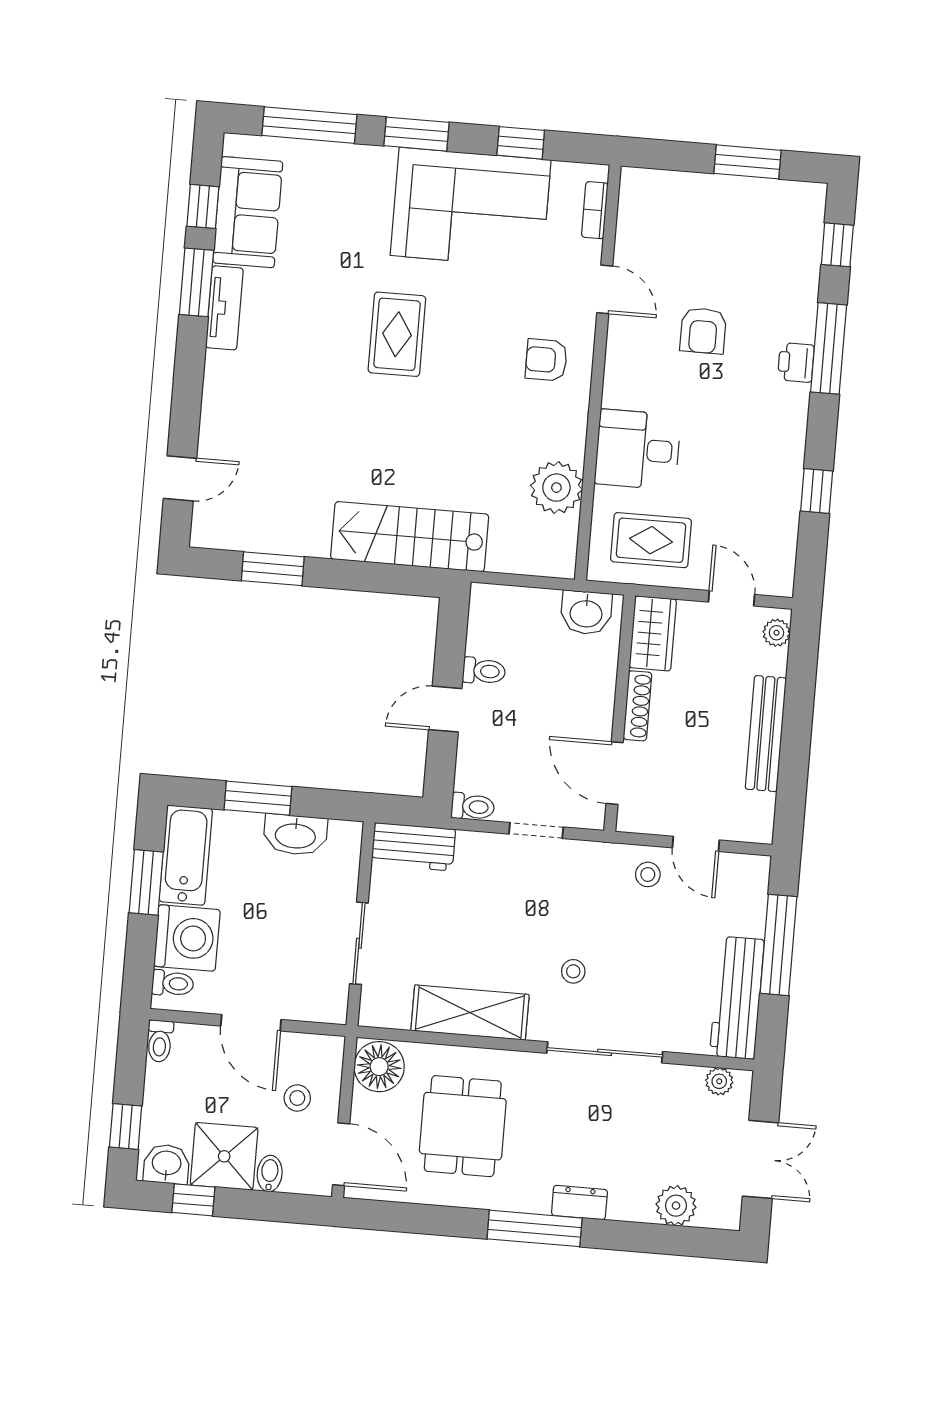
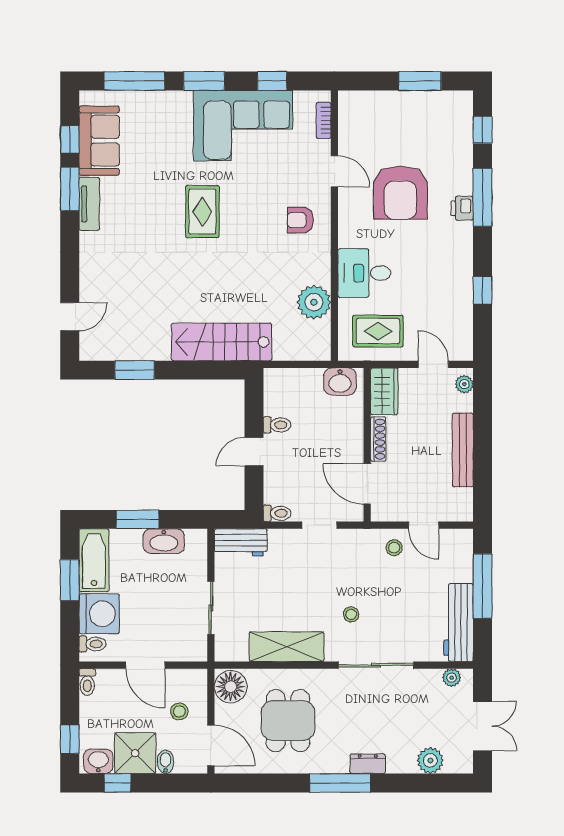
armchair: (703, 331) -> (400, 193), width x1.88, depth x1.88

